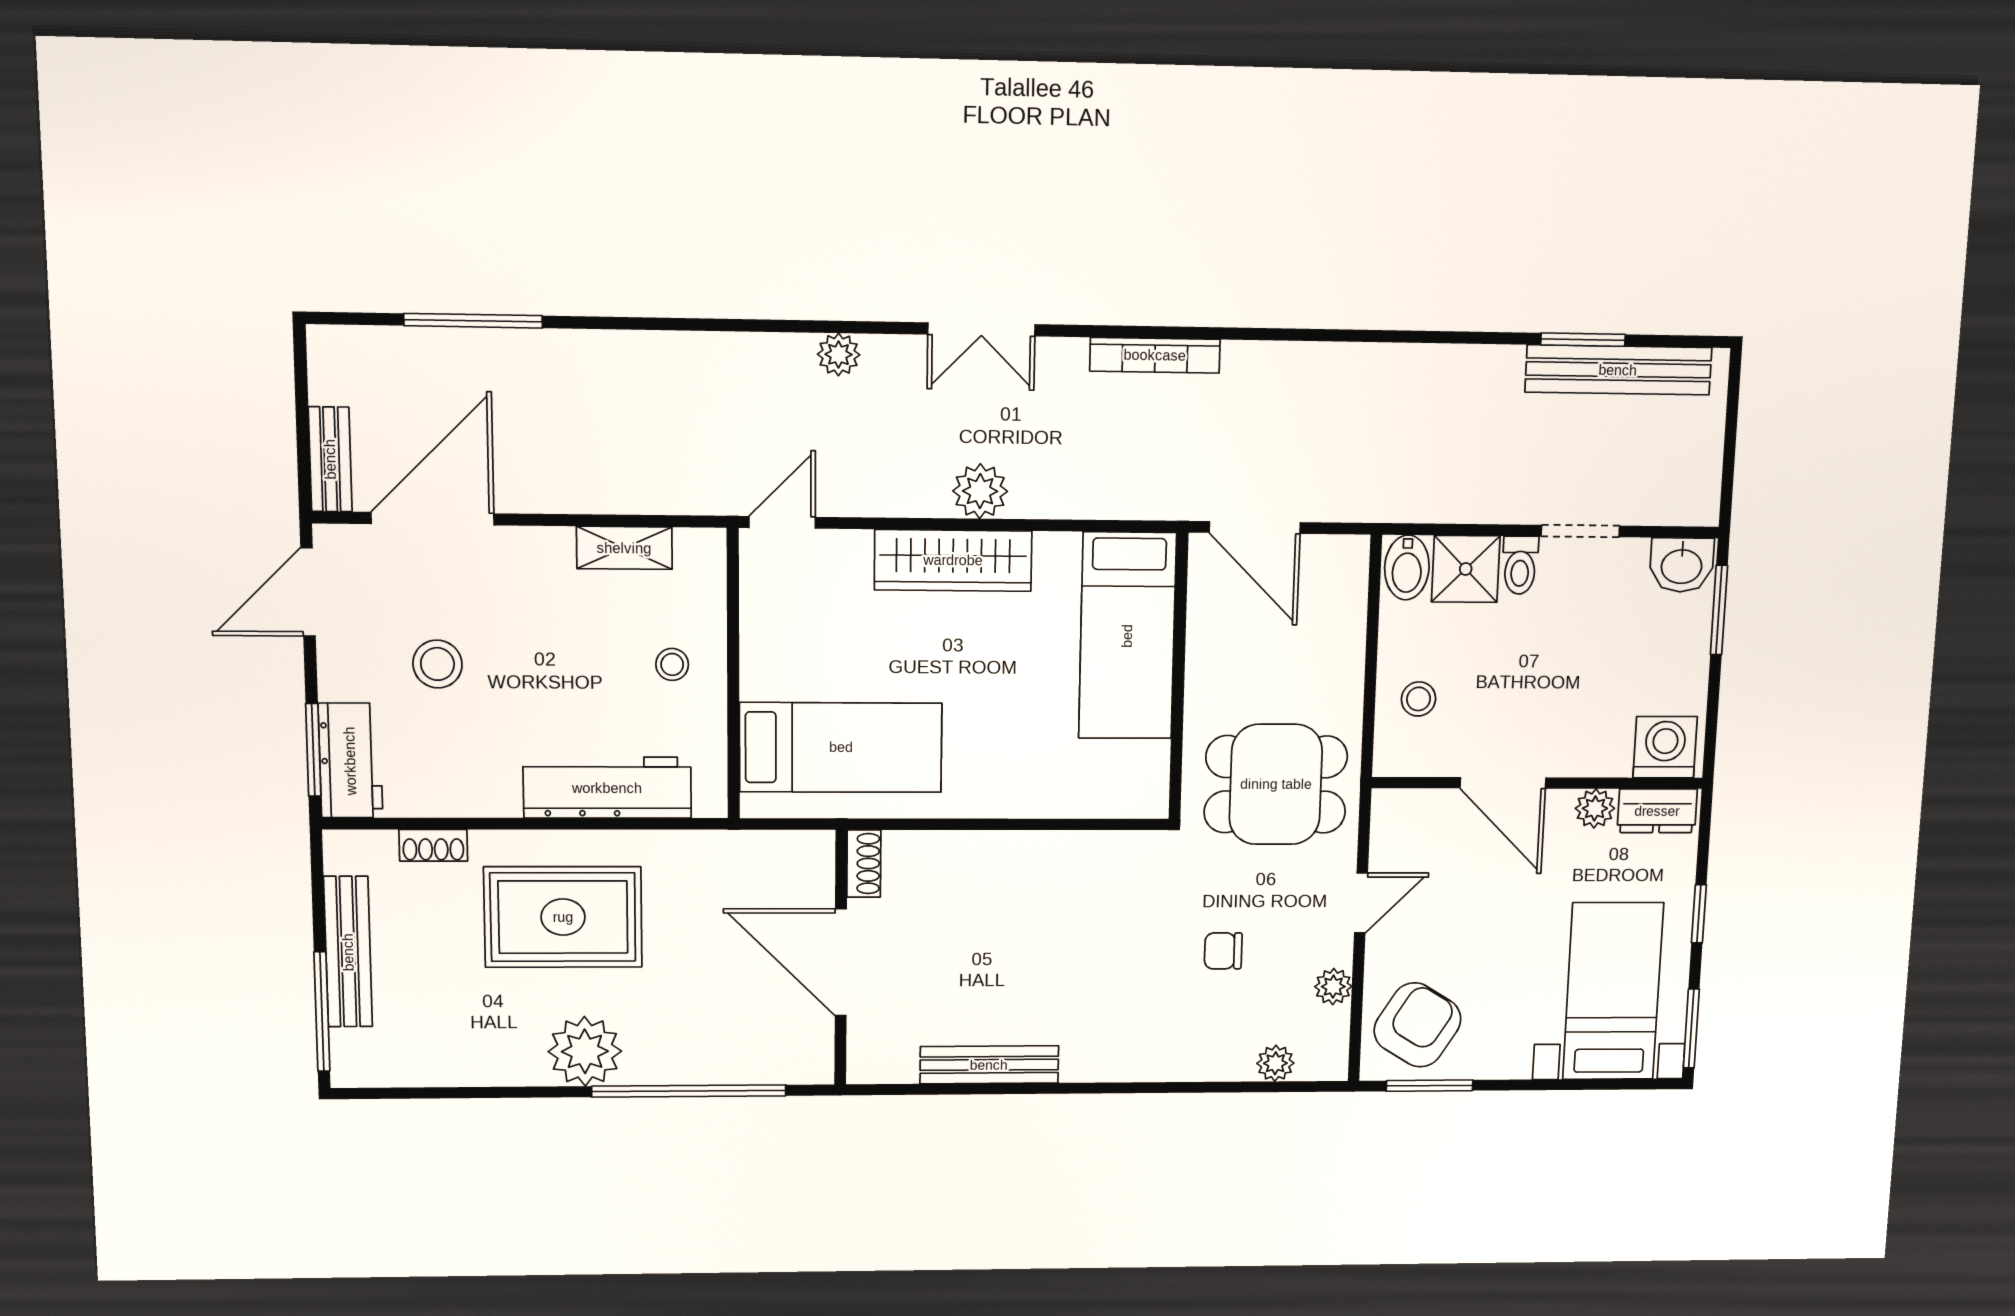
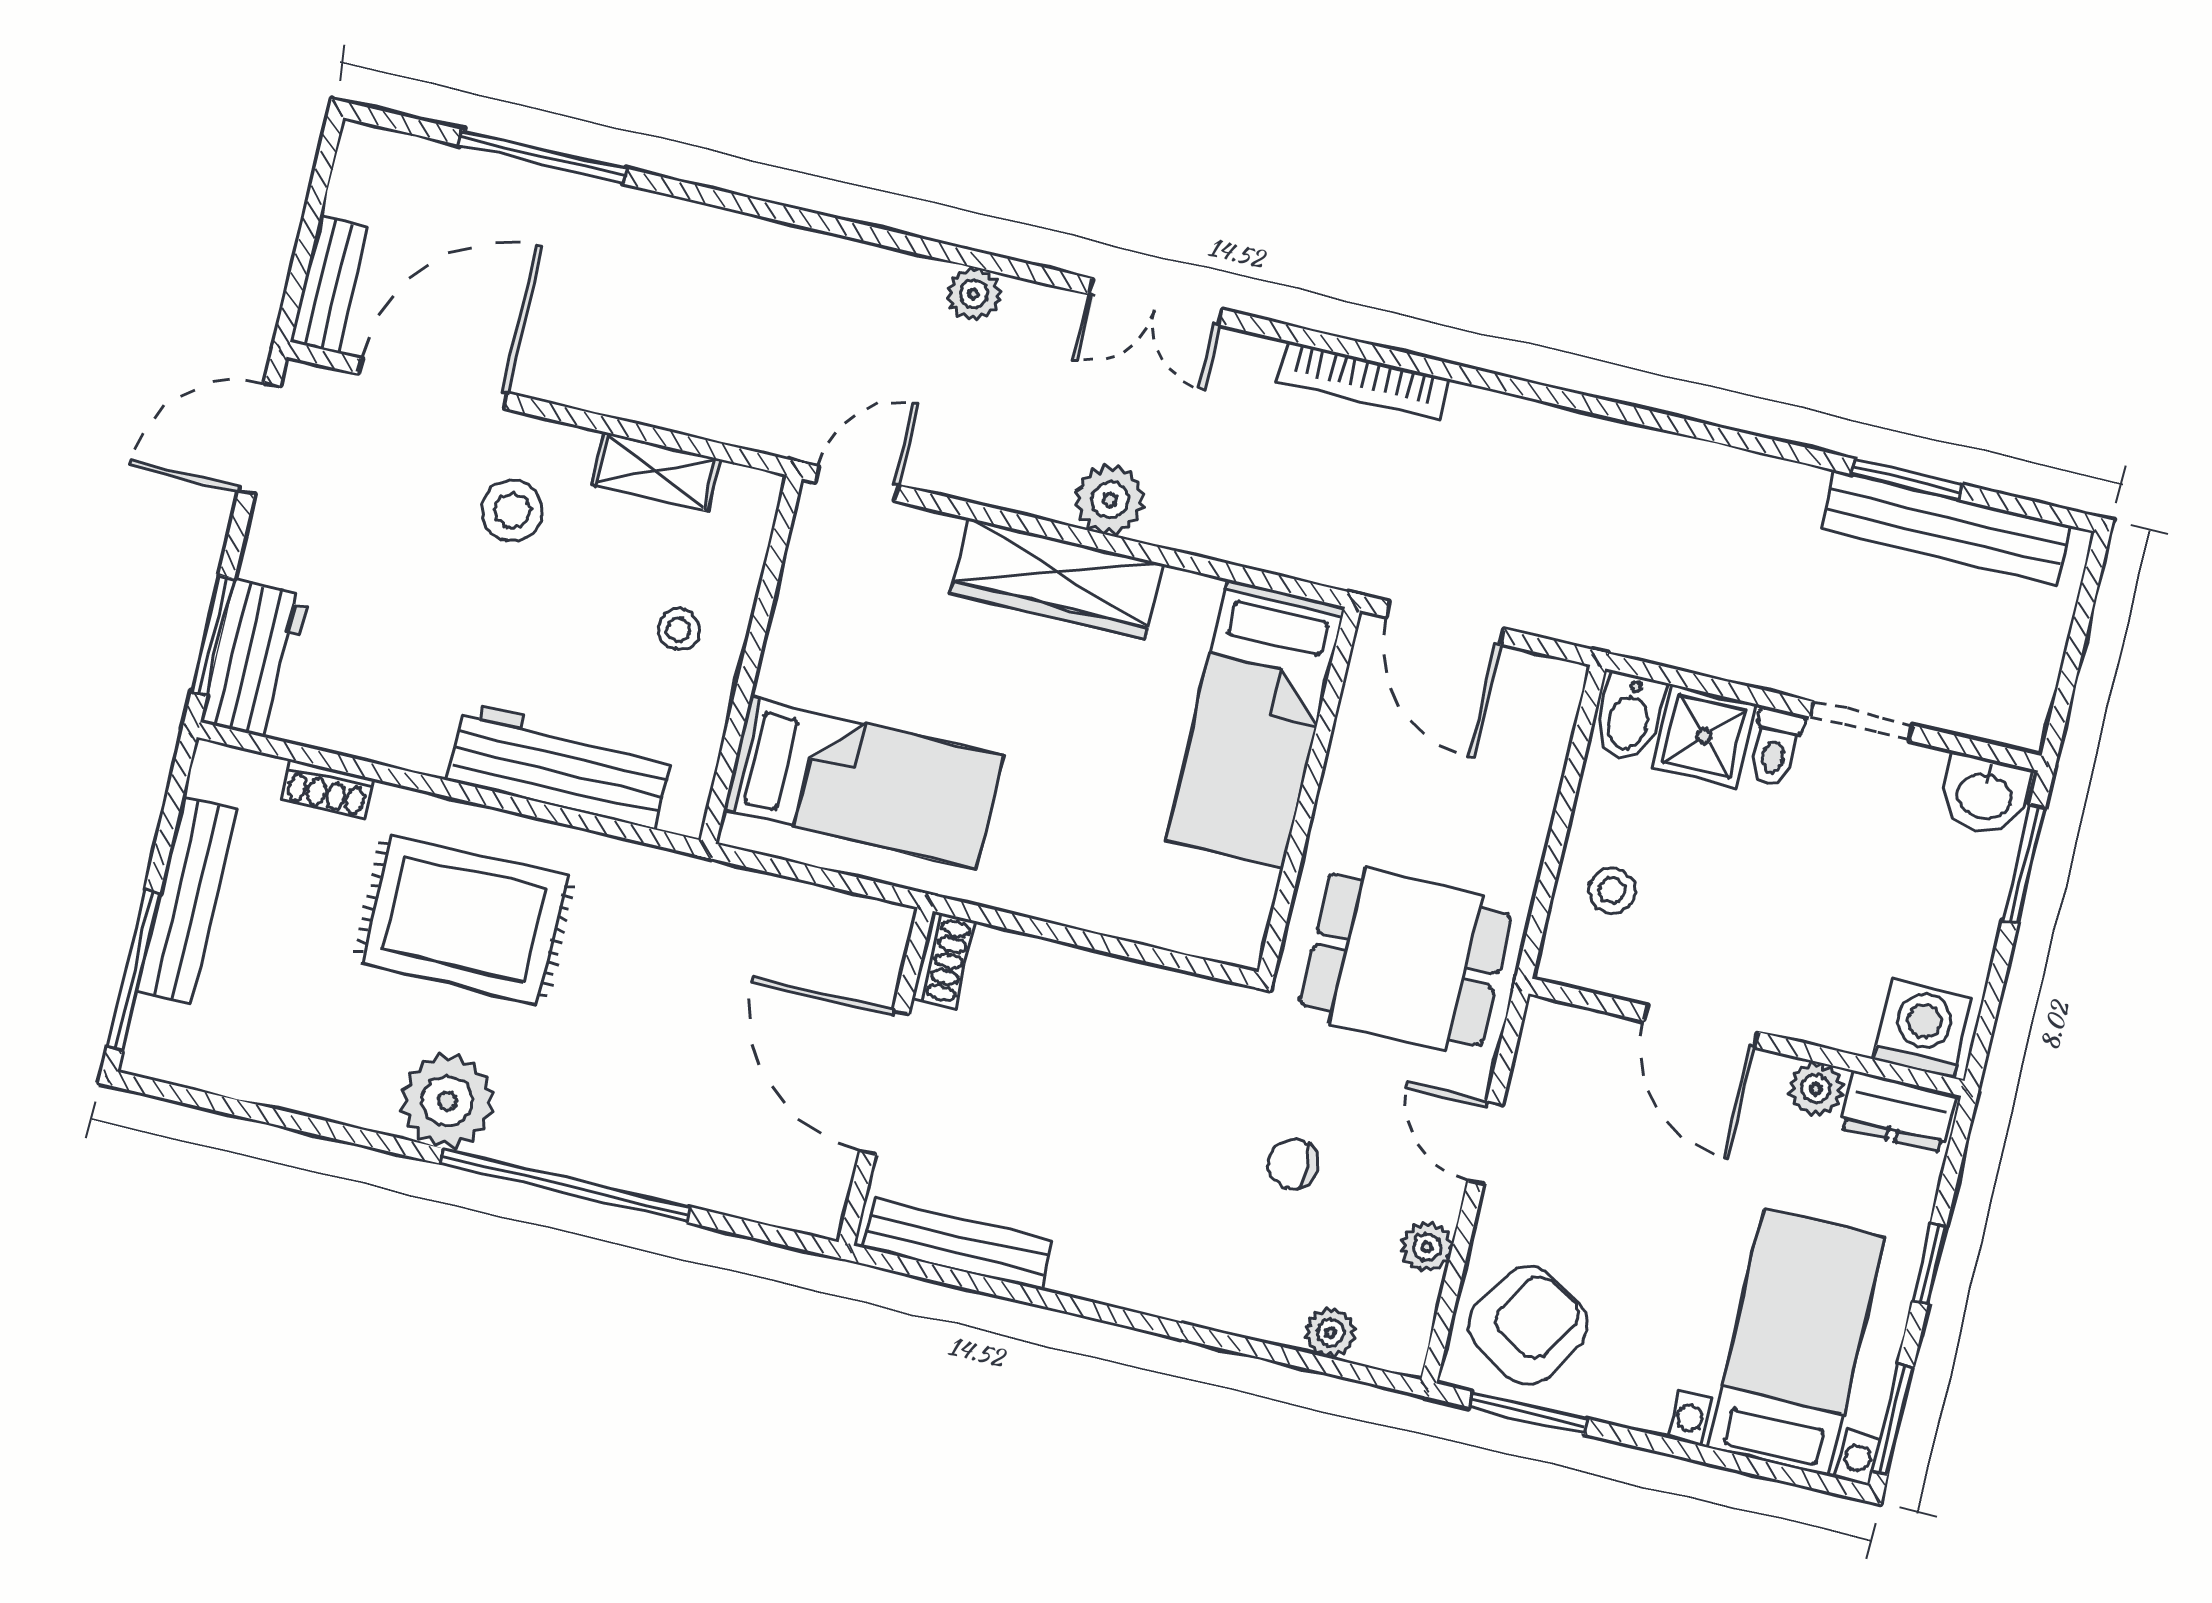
stool: (437, 664) -> (512, 511), moved
shoe rack: (864, 864) -> (943, 960), moved
door: (1361, 903) -> (1485, 1143), swing flipped
wall: (841, 958) -> (886, 1077), moved
door: (841, 962) -> (884, 1082), moved

